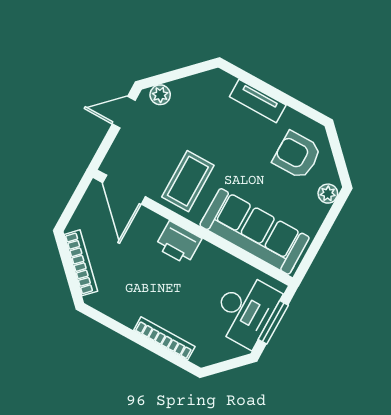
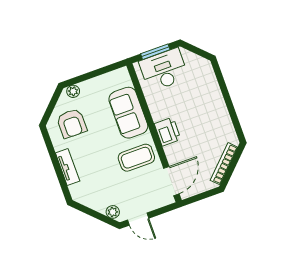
sofa: (255, 231) -> (128, 113), width x0.73
bookcase: (164, 338) -> (216, 91), removed

